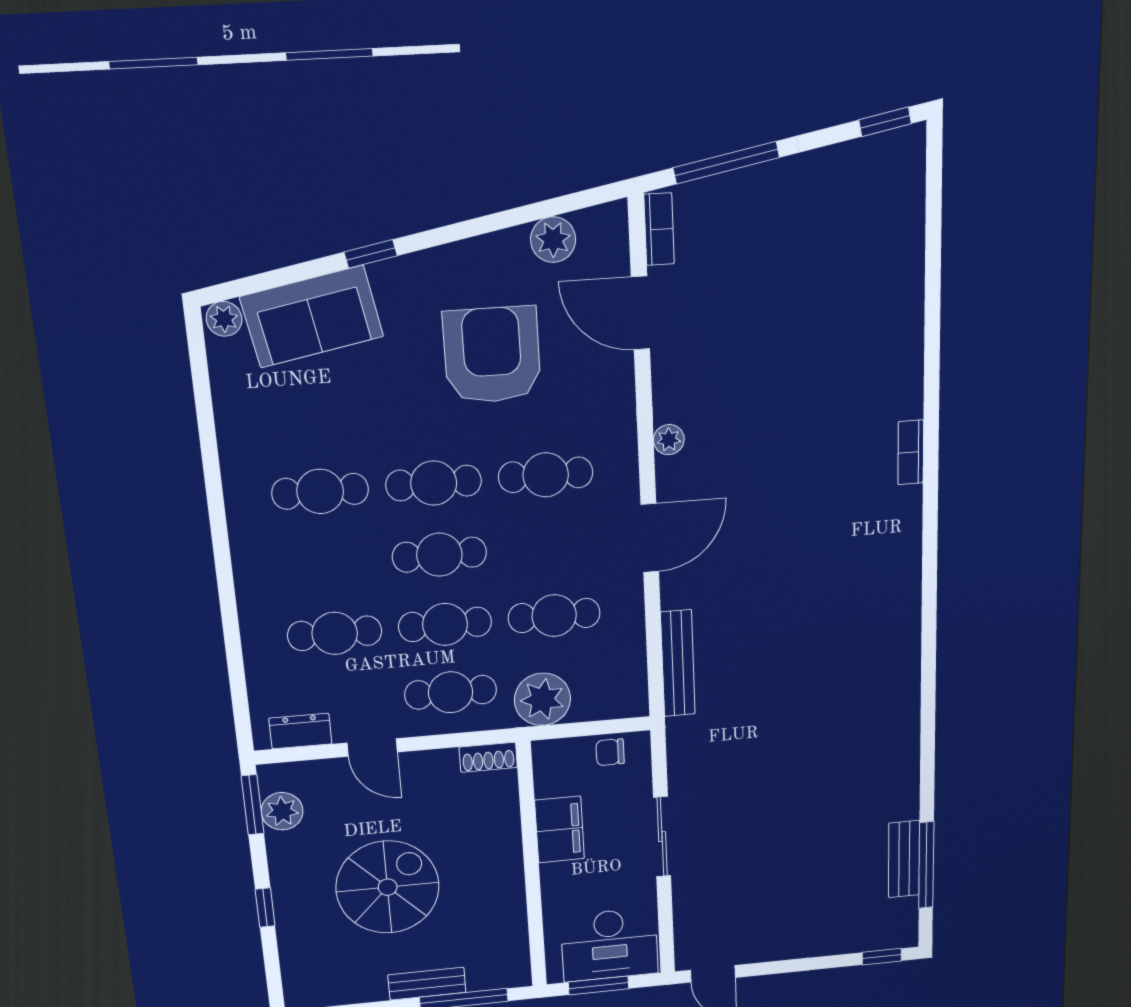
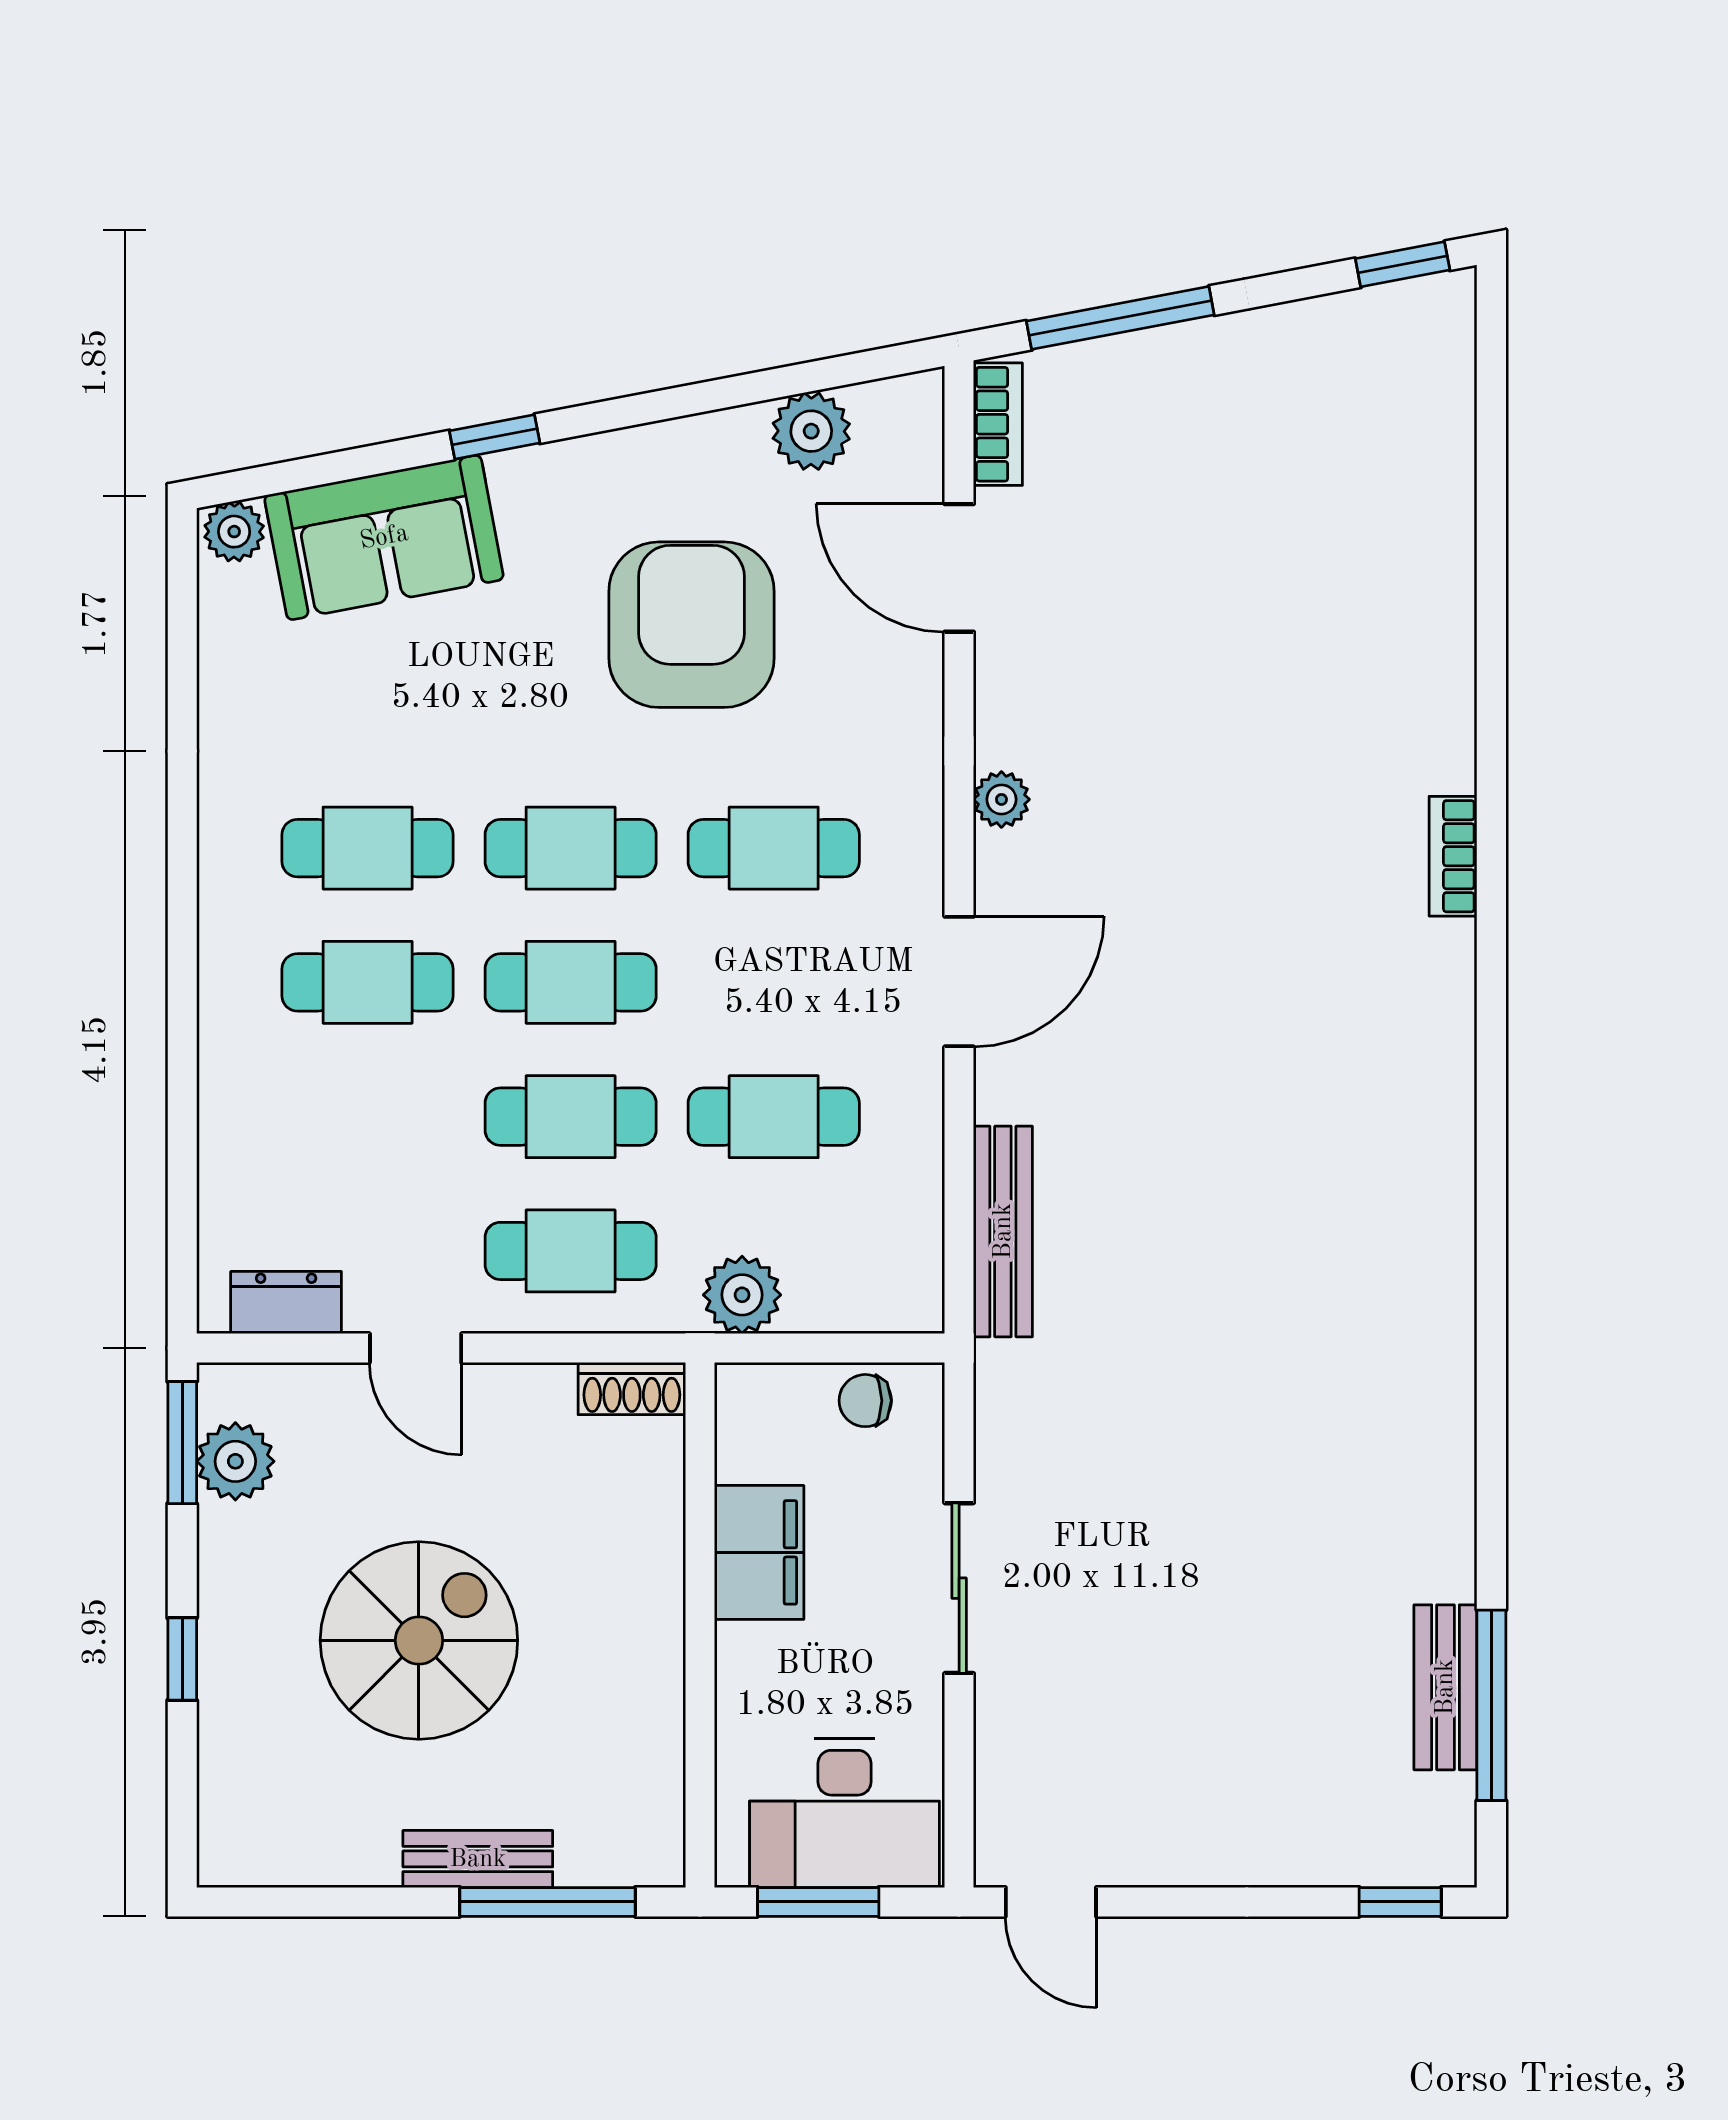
cafe table: (335, 633) -> (368, 982), moved
plant: (542, 699) -> (742, 1295), width x0.73, depth x0.73

